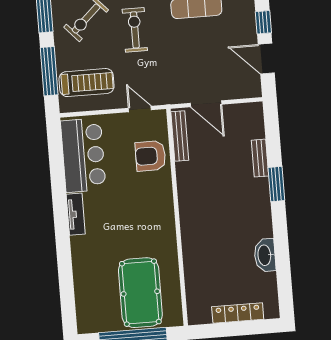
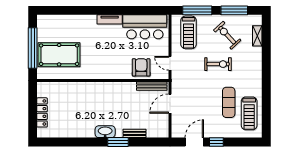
door: (140, 109) -> (170, 63), swing flipped
washbasin: (265, 255) -> (105, 132), moved

